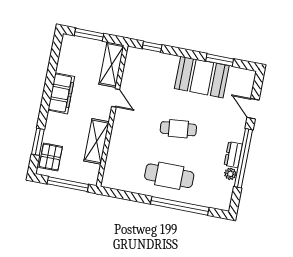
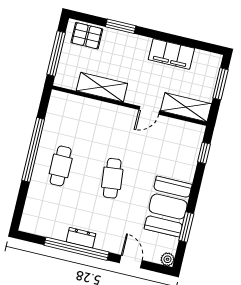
filing cabinet: (61, 93) -> (171, 54), moved
door: (253, 109) -> (131, 262), hinge flipped
window: (38, 142) -> (121, 26), moved
plant: (230, 174) -> (168, 259), moved
cafe table: (169, 176) -> (61, 166), width x0.73, depth x0.74
window: (180, 206) -> (33, 150), moved

